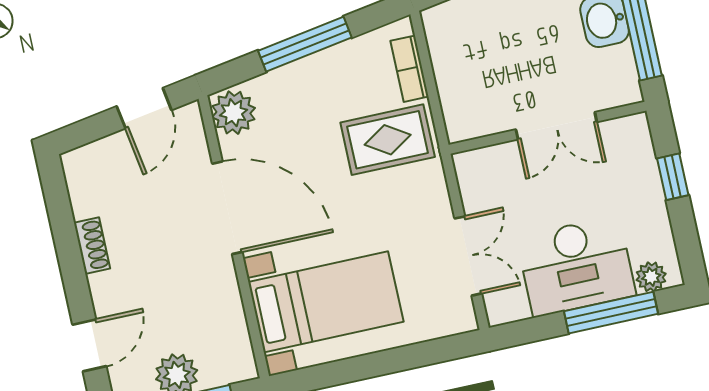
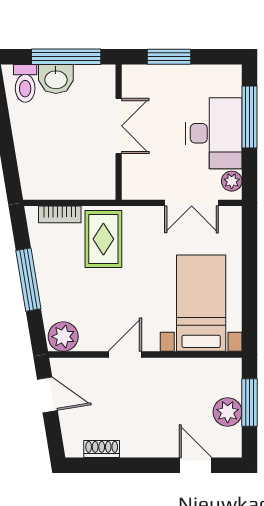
window: (673, 177) -> (169, 57), width x1.50
door: (227, 208) -> (125, 354), width x0.53
shoe rack: (92, 246) -> (102, 449), moved
double door: (468, 256) -> (192, 203), swing flipped
plant: (651, 277) -> (232, 181), moved

